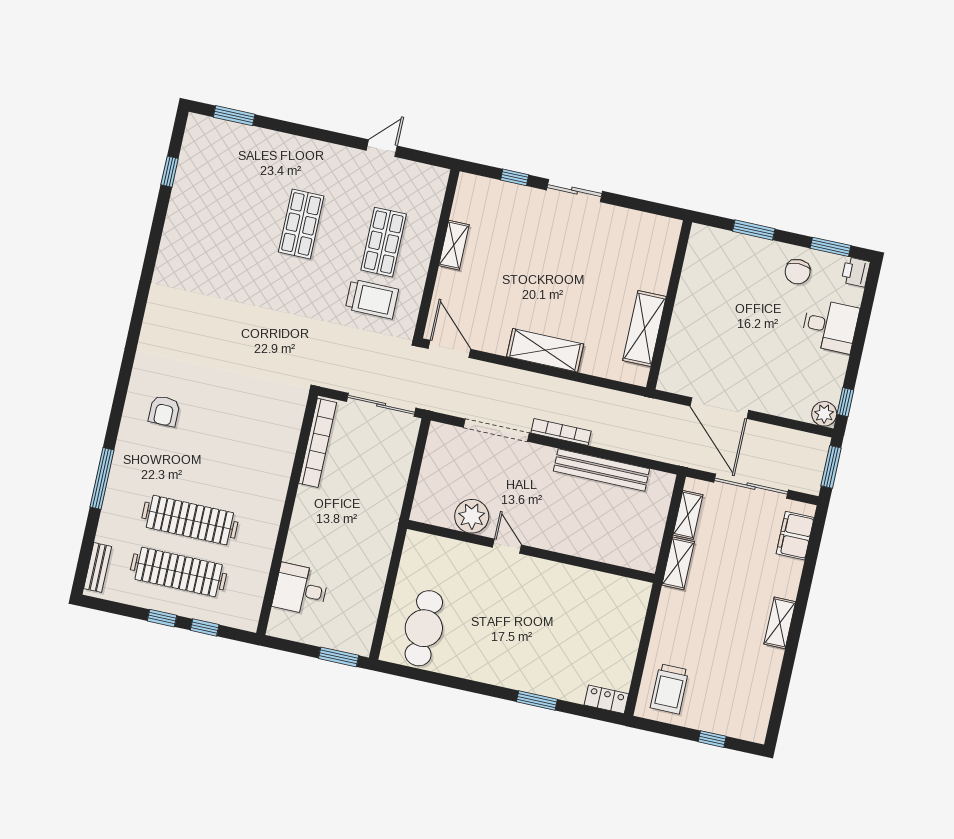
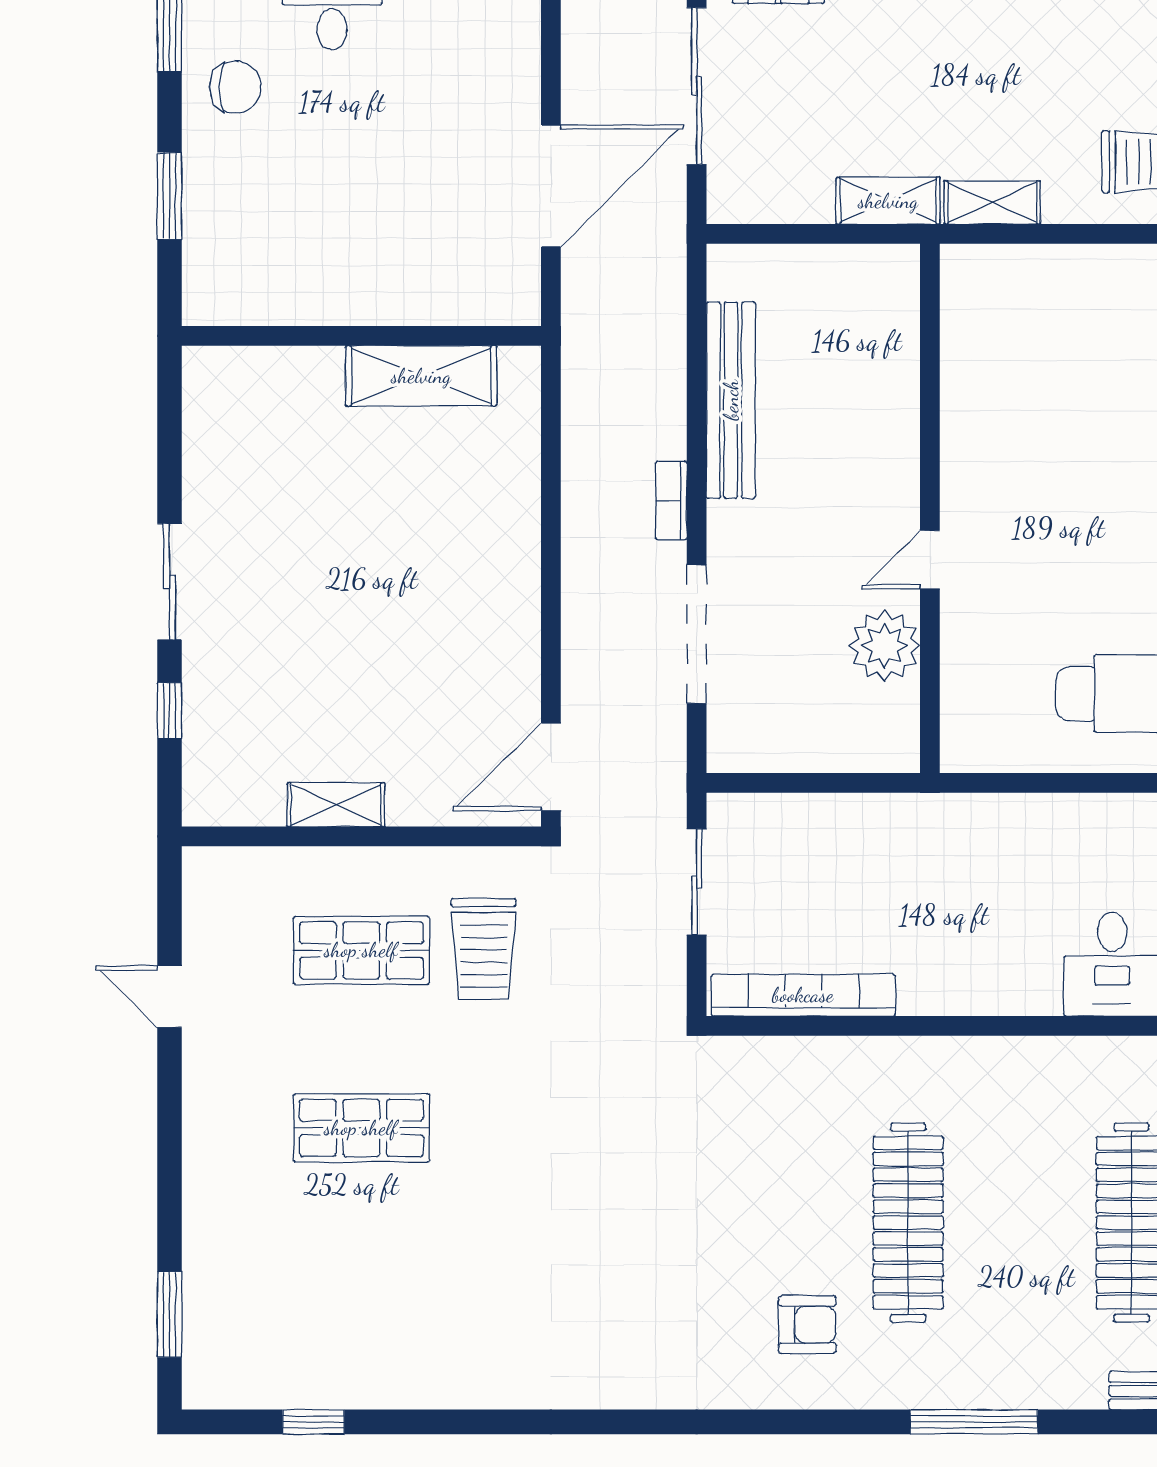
trolley: (372, 299) -> (484, 949), turned 180
shelving: (545, 350) -> (511, 570), removed
sliding door: (381, 405) -> (697, 882), width x0.73
bookcase: (561, 432) -> (671, 501), width x0.64
shelving: (688, 515) -> (992, 202), moved
clothes rail: (190, 520) -> (908, 1223), moved

